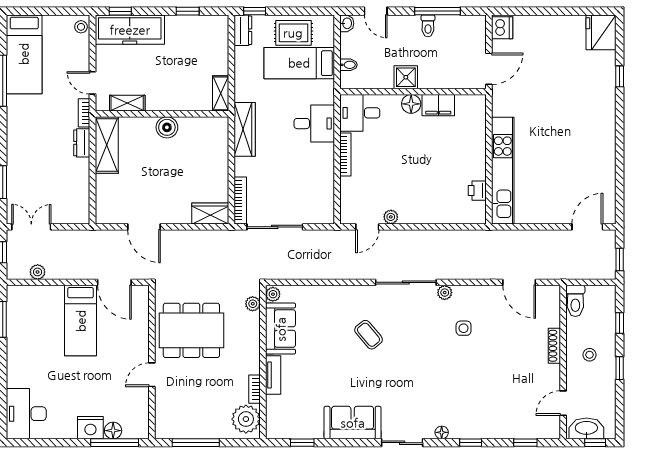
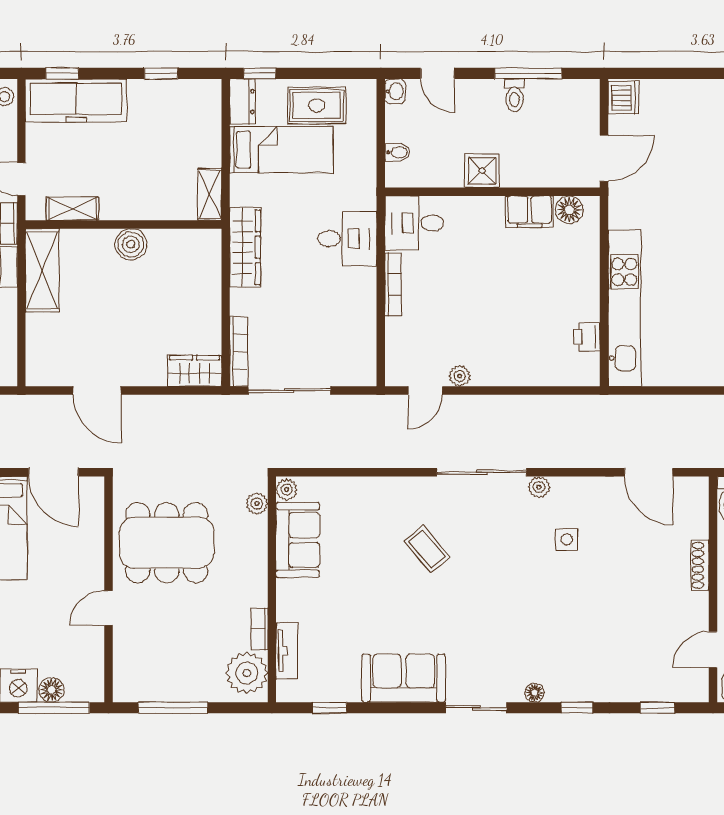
bed: (299, 63) -> (281, 150), moved, turned 180
floor lamp: (411, 104) -> (569, 210), moved
tv unit: (273, 375) -> (287, 651), moved

